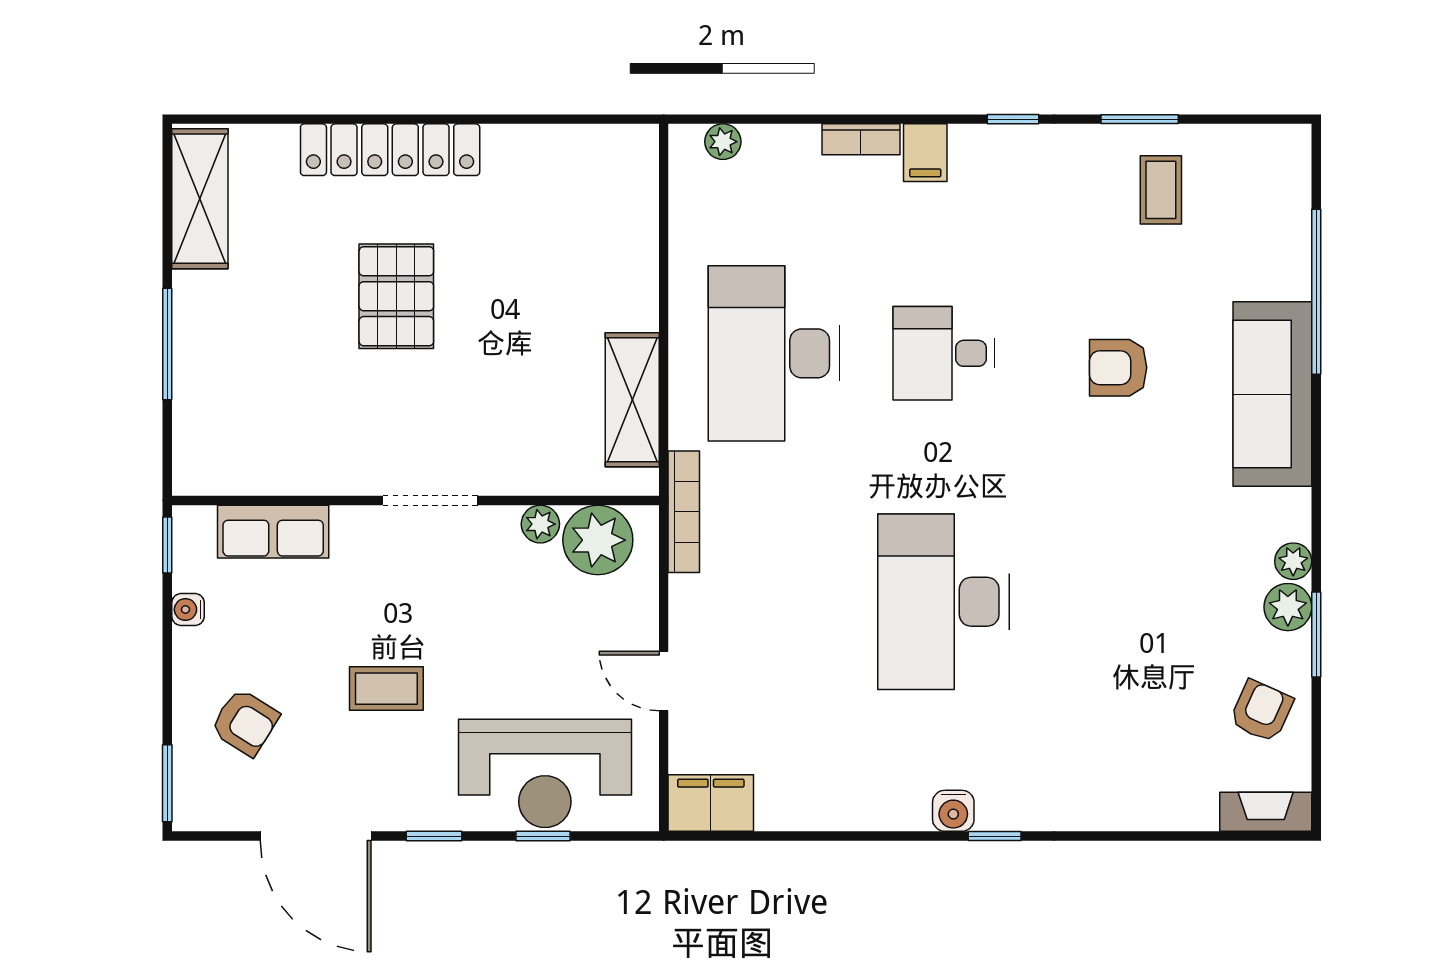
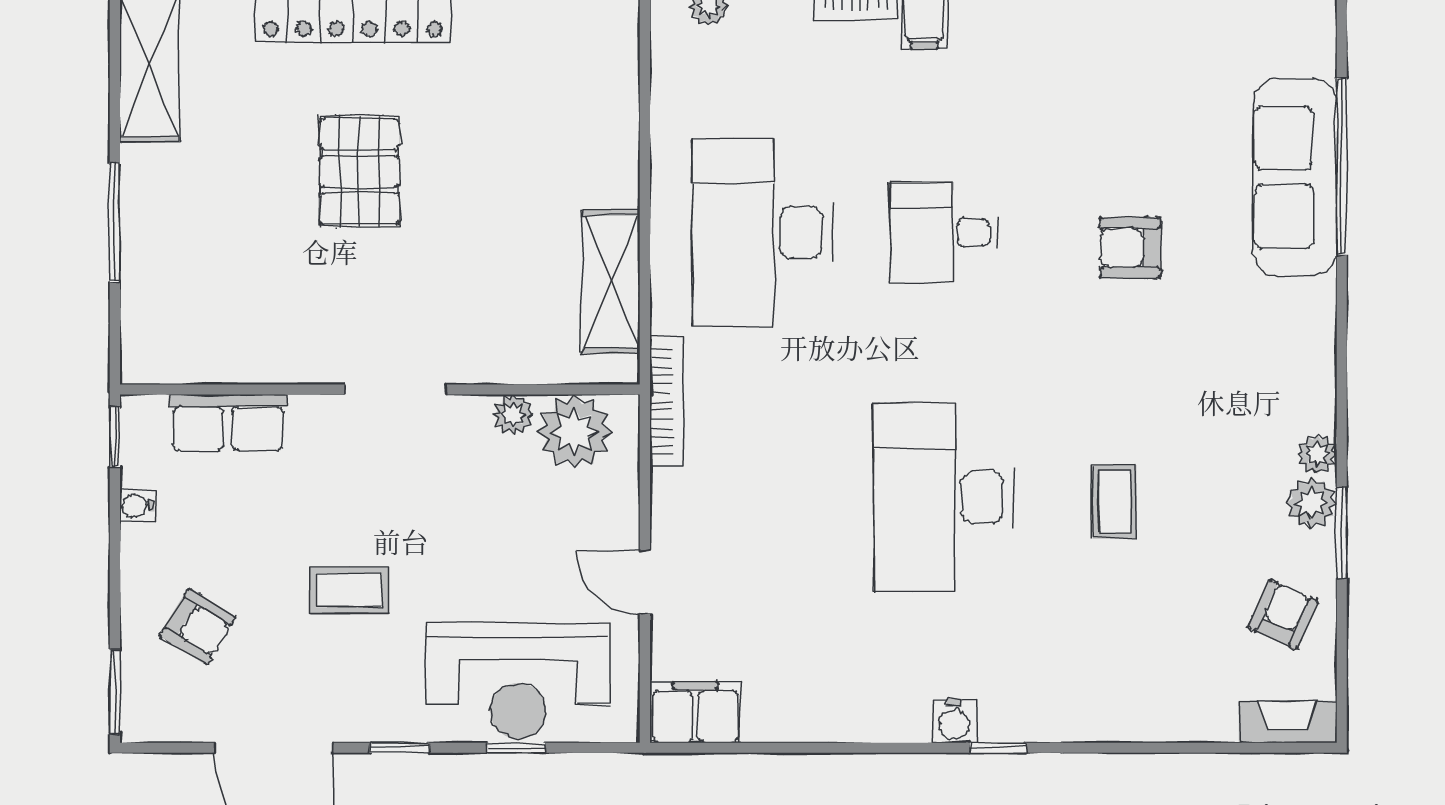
coffee table: (1161, 190) -> (1114, 502), moved
sofa: (1272, 394) -> (1295, 177), moved

